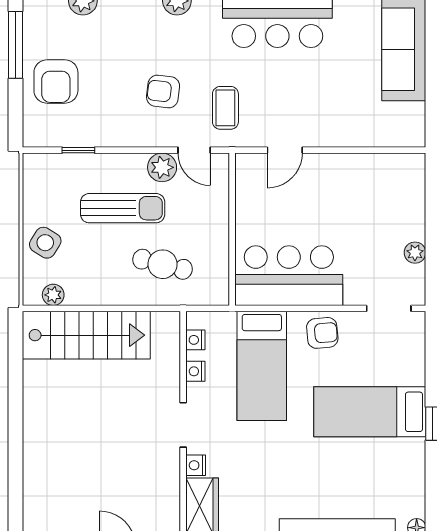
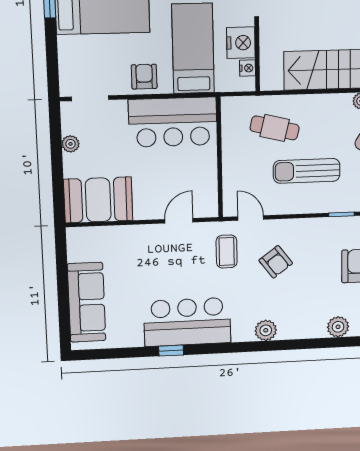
armchair: (163, 91) -> (276, 262), turned 46
plant: (162, 167) -> (276, 204), removed
booth: (384, 181) -> (98, 200), added
armchair: (322, 333) -> (144, 77), turned 95
nightstand: (195, 371) -> (241, 43), width x1.89, depth x1.79

